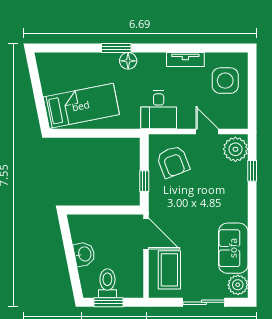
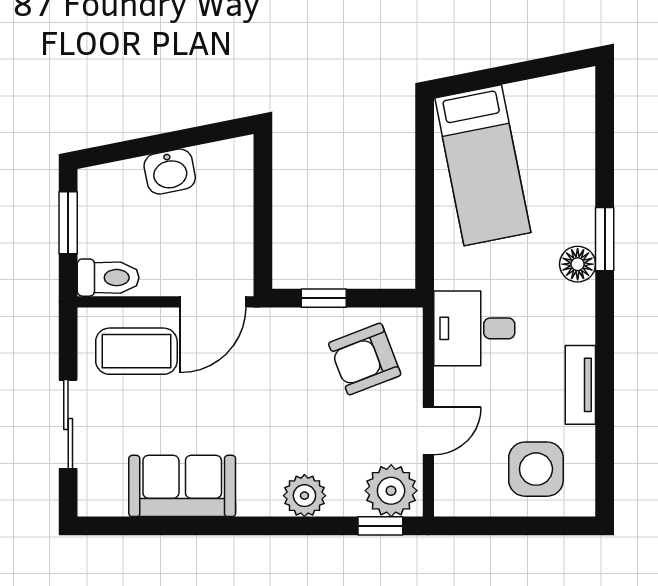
window: (252, 171) -> (380, 526), moved
toilet: (107, 283) -> (108, 278), moved
plant: (238, 285) -> (304, 496), moved

